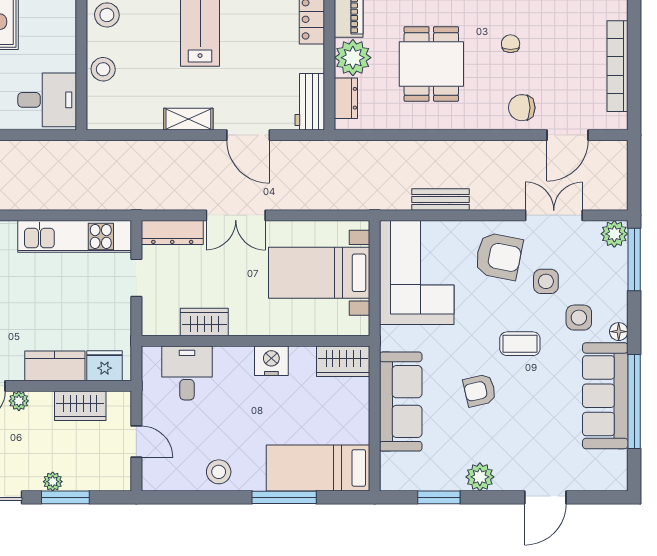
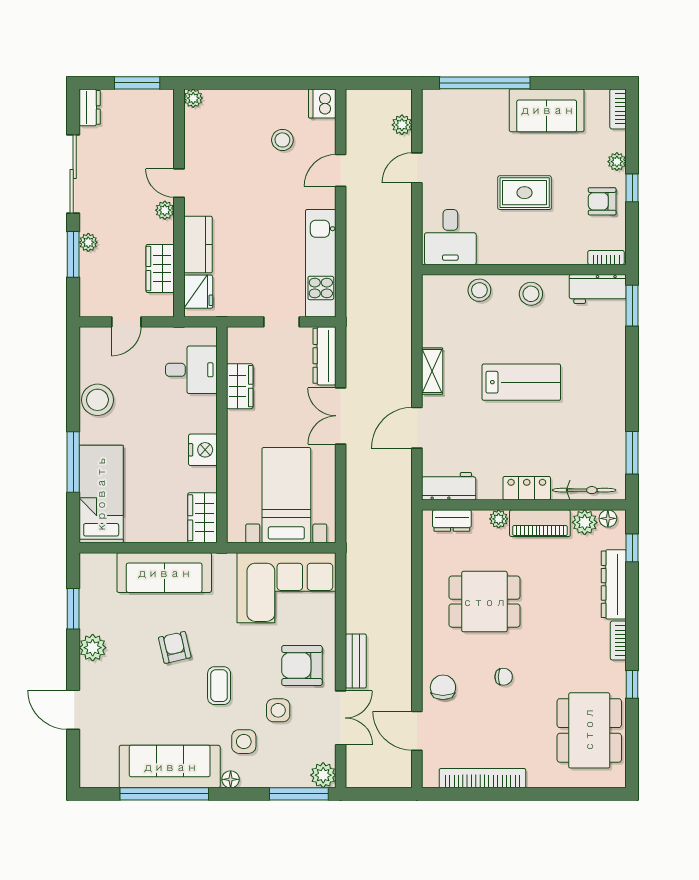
plant: (353, 58) -> (499, 519), width x0.53, depth x0.53
bench: (440, 199) -> (356, 661), moved
armchair: (499, 256) -> (302, 665), turned 79
stool: (219, 472) -> (97, 400), width x1.38, depth x1.38

